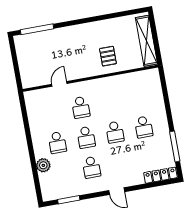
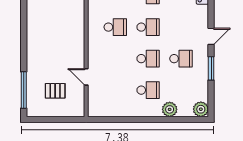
pallet: (108, 56) -> (55, 91), moved
school desk: (81, 107) -> (115, 27), moved
plant: (49, 194) -> (201, 109), added
window: (69, 200) -> (211, 68), moved

